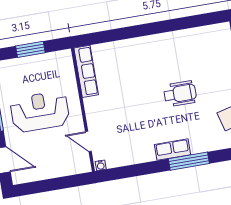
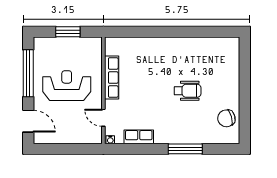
row of seats: (86, 71) -> (112, 78), moved
row of seats: (172, 150) -> (139, 137), moved

